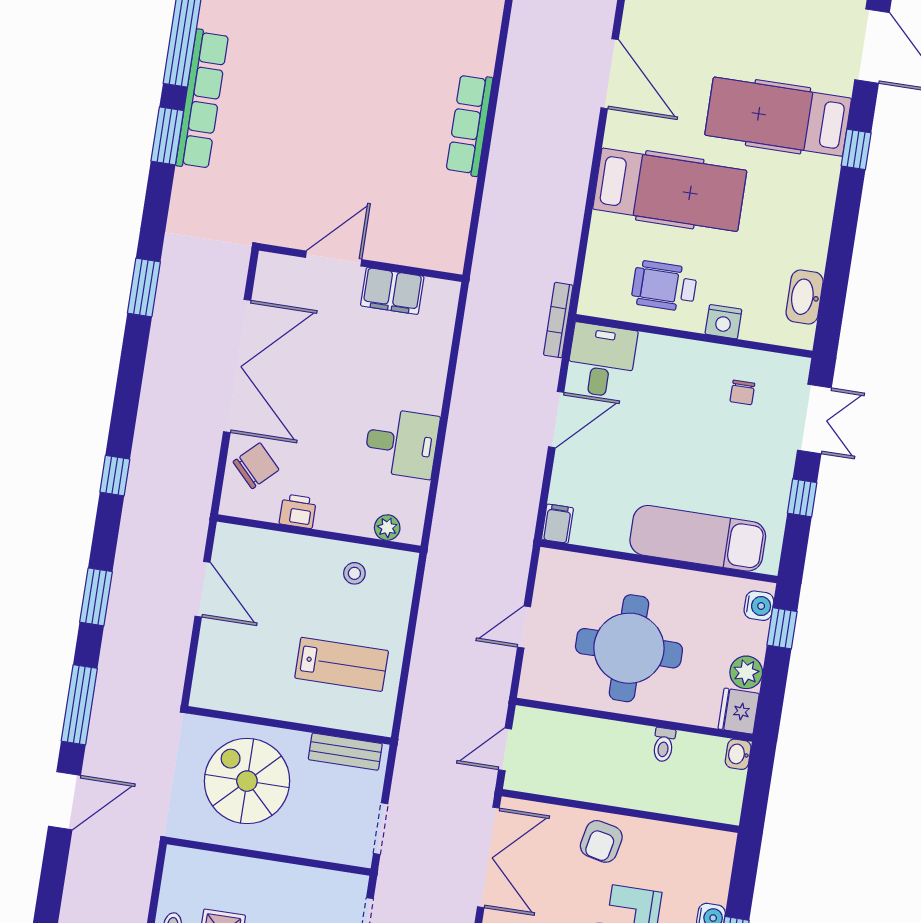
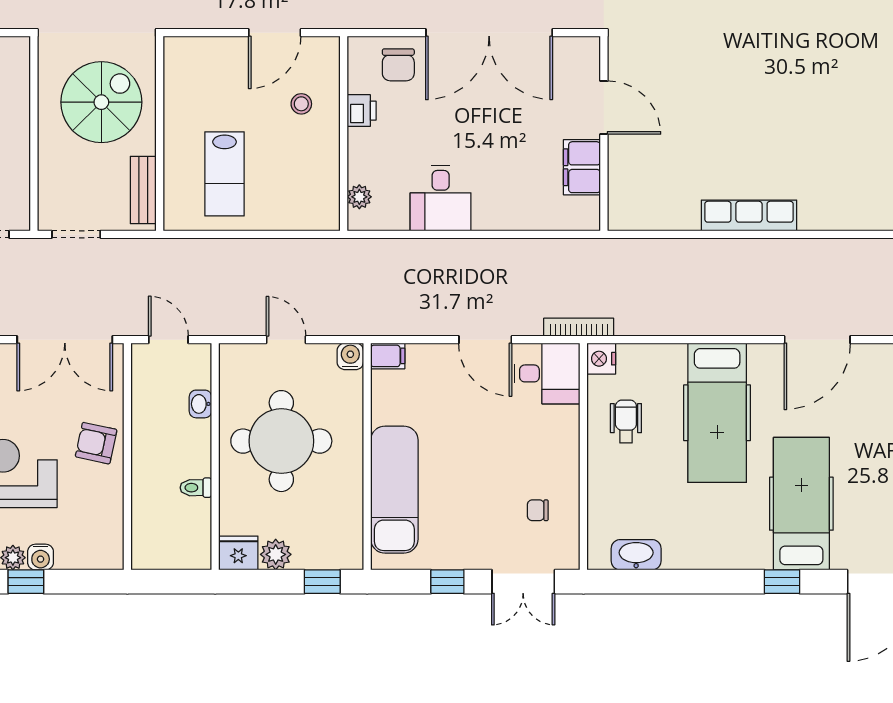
wheelchair: (664, 286) -> (626, 422), width x0.73, depth x0.73
nightstand: (723, 322) -> (601, 359), moved
chair: (256, 466) -> (398, 65), turned 44
stool: (354, 573) -> (301, 104), moved
water cooler: (759, 606) -> (350, 356), moved, turned 180
washbasin: (738, 754) -> (200, 404), moved, turned -90

